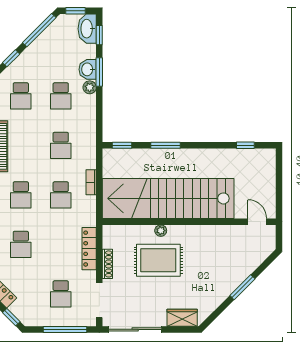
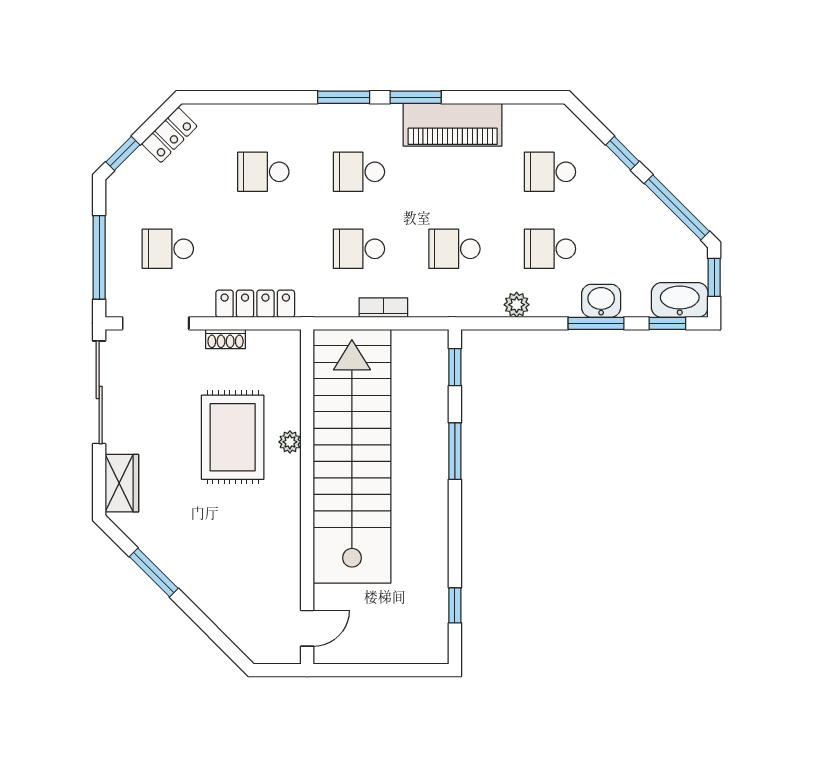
plant: (90, 87) -> (517, 305), moved
shoe rack: (107, 264) -> (226, 339), width x0.70
window: (242, 287) -> (154, 573), moved

